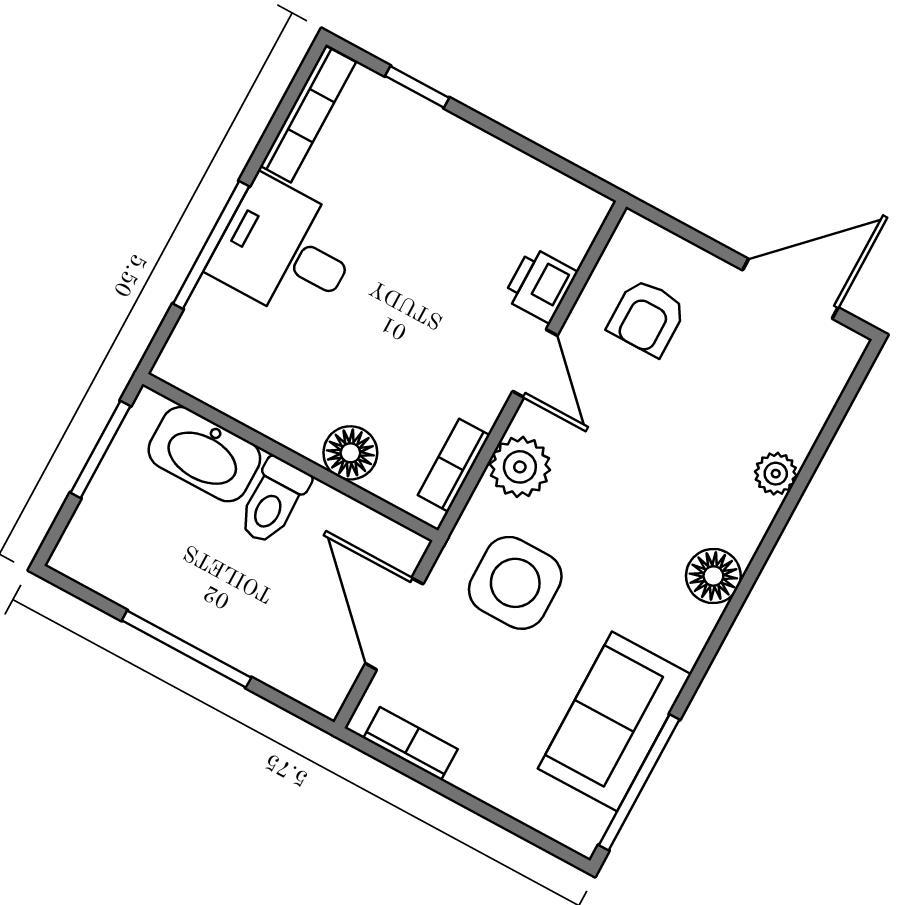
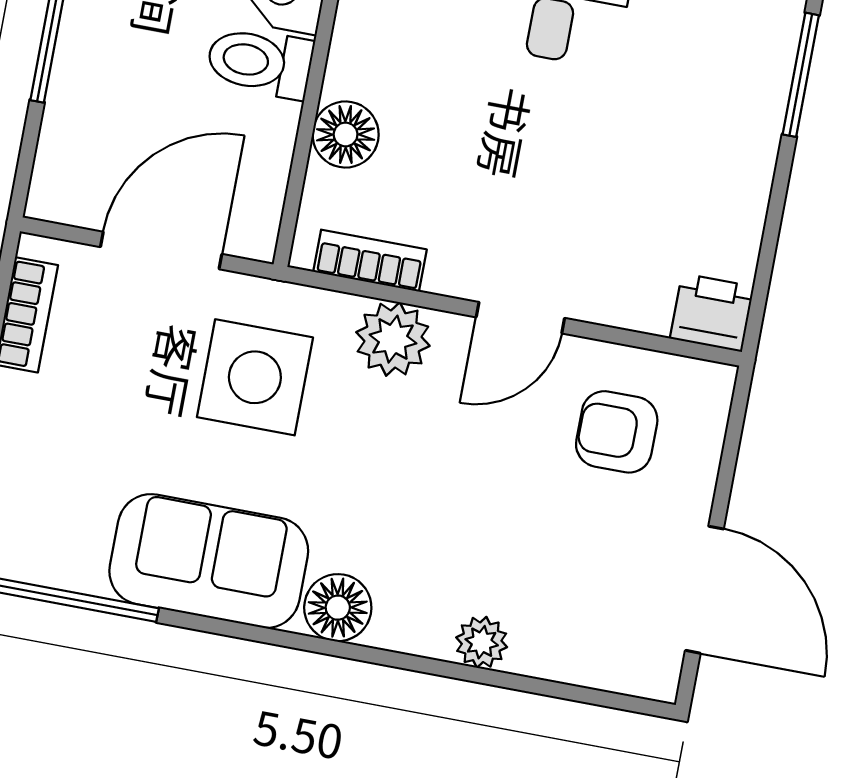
window: (417, 87) -> (801, 75), width x1.50
printer: (540, 285) -> (712, 313), moved
sofa: (614, 721) -> (209, 561), moved

